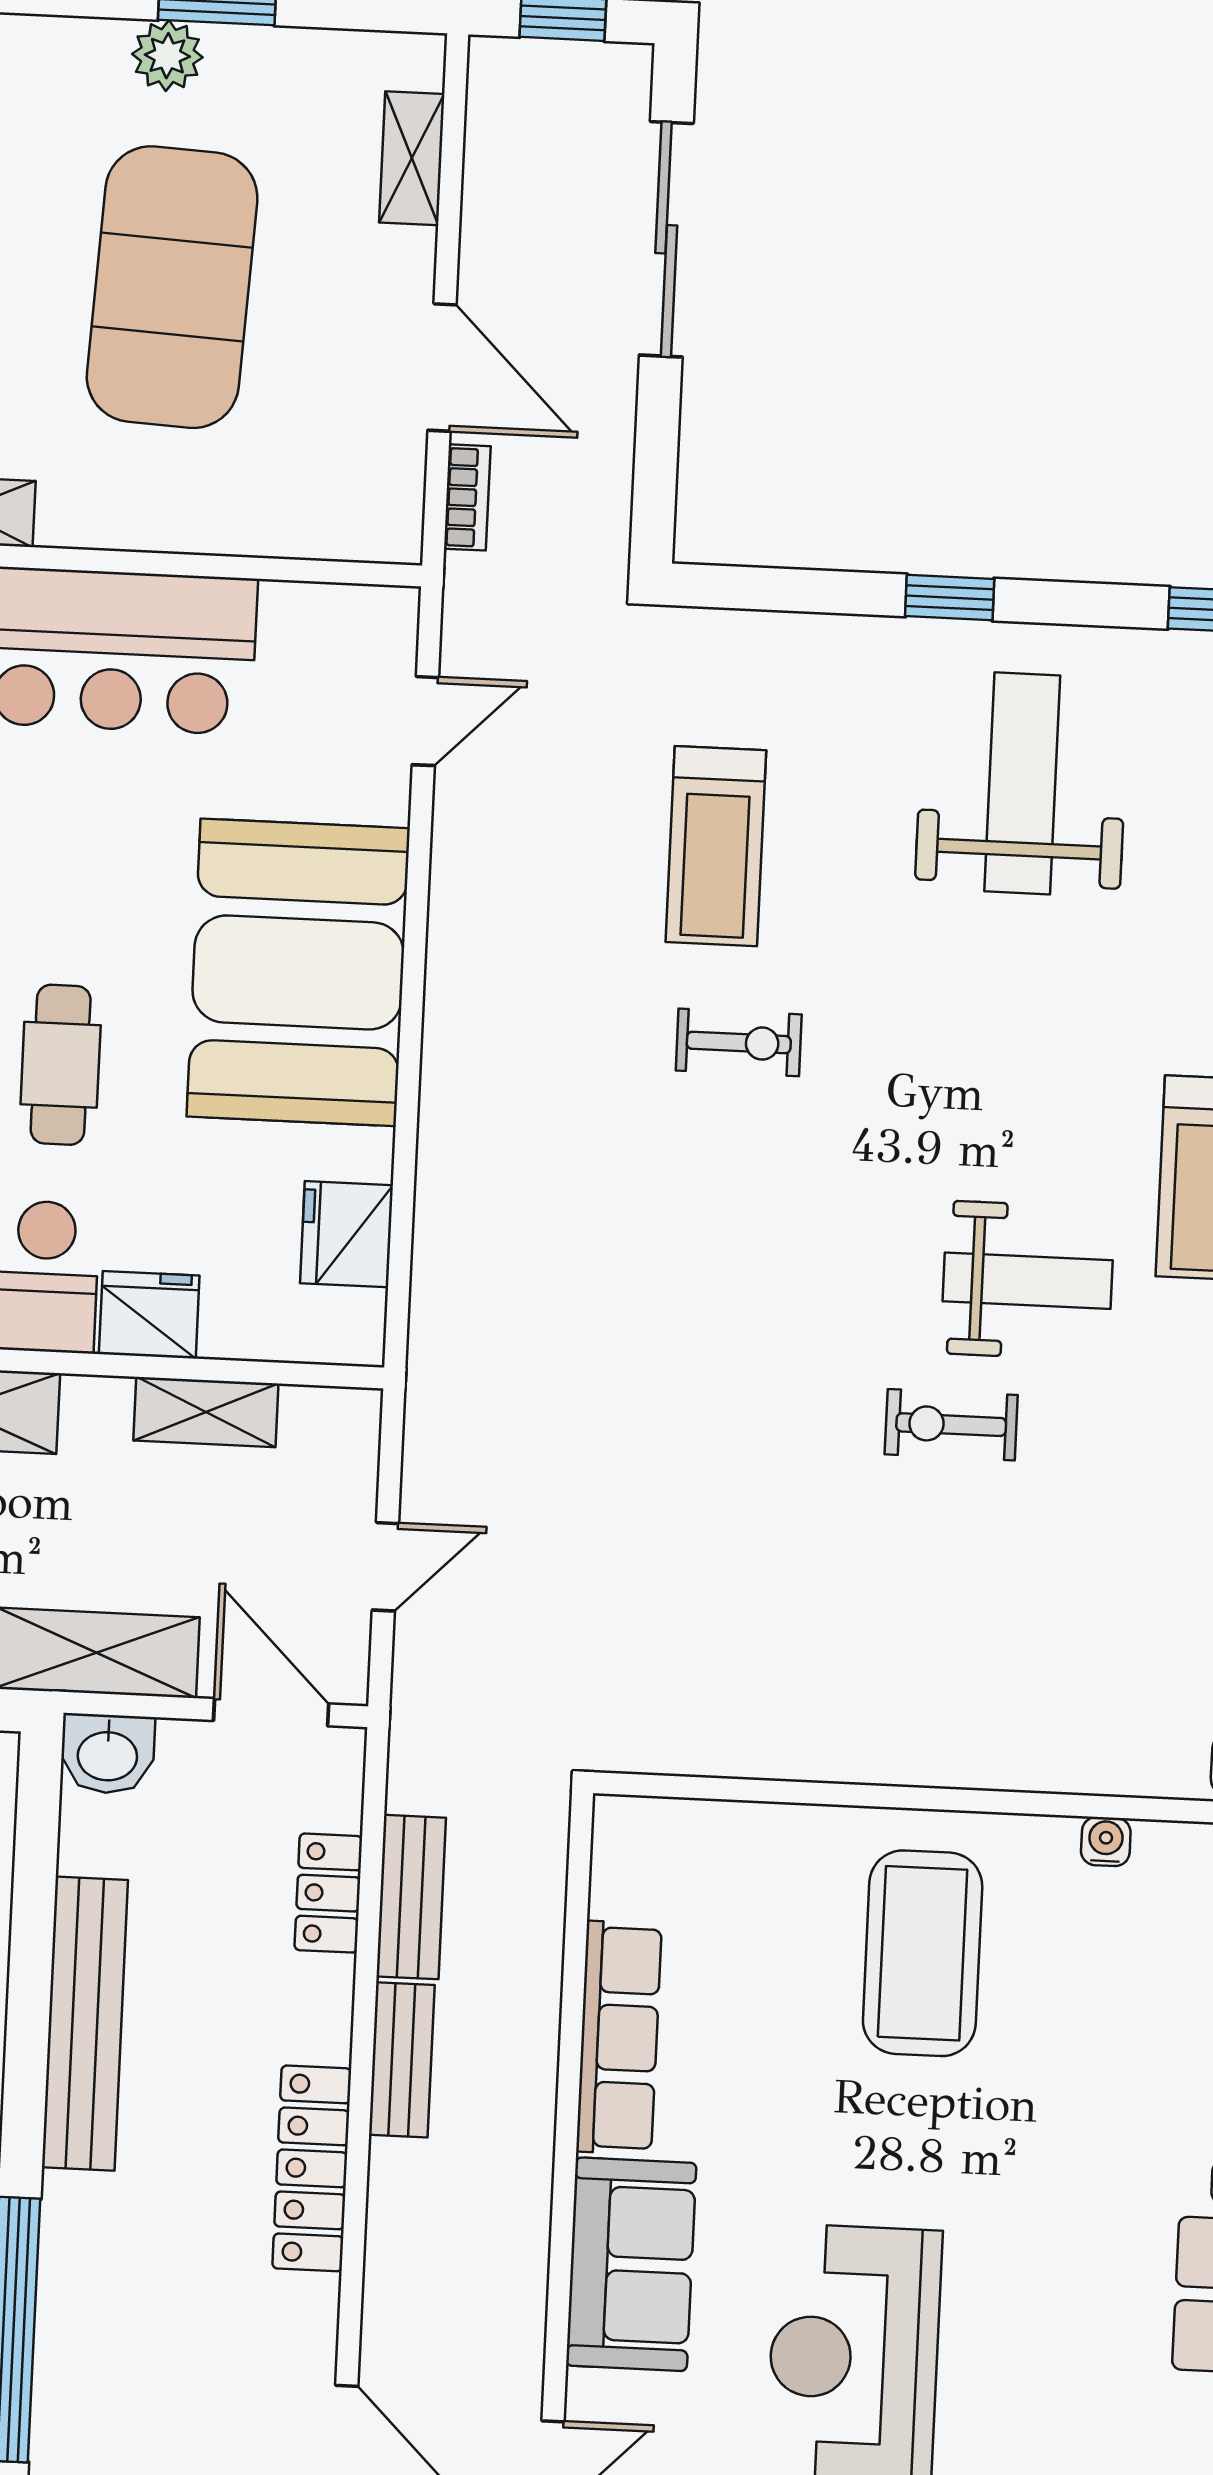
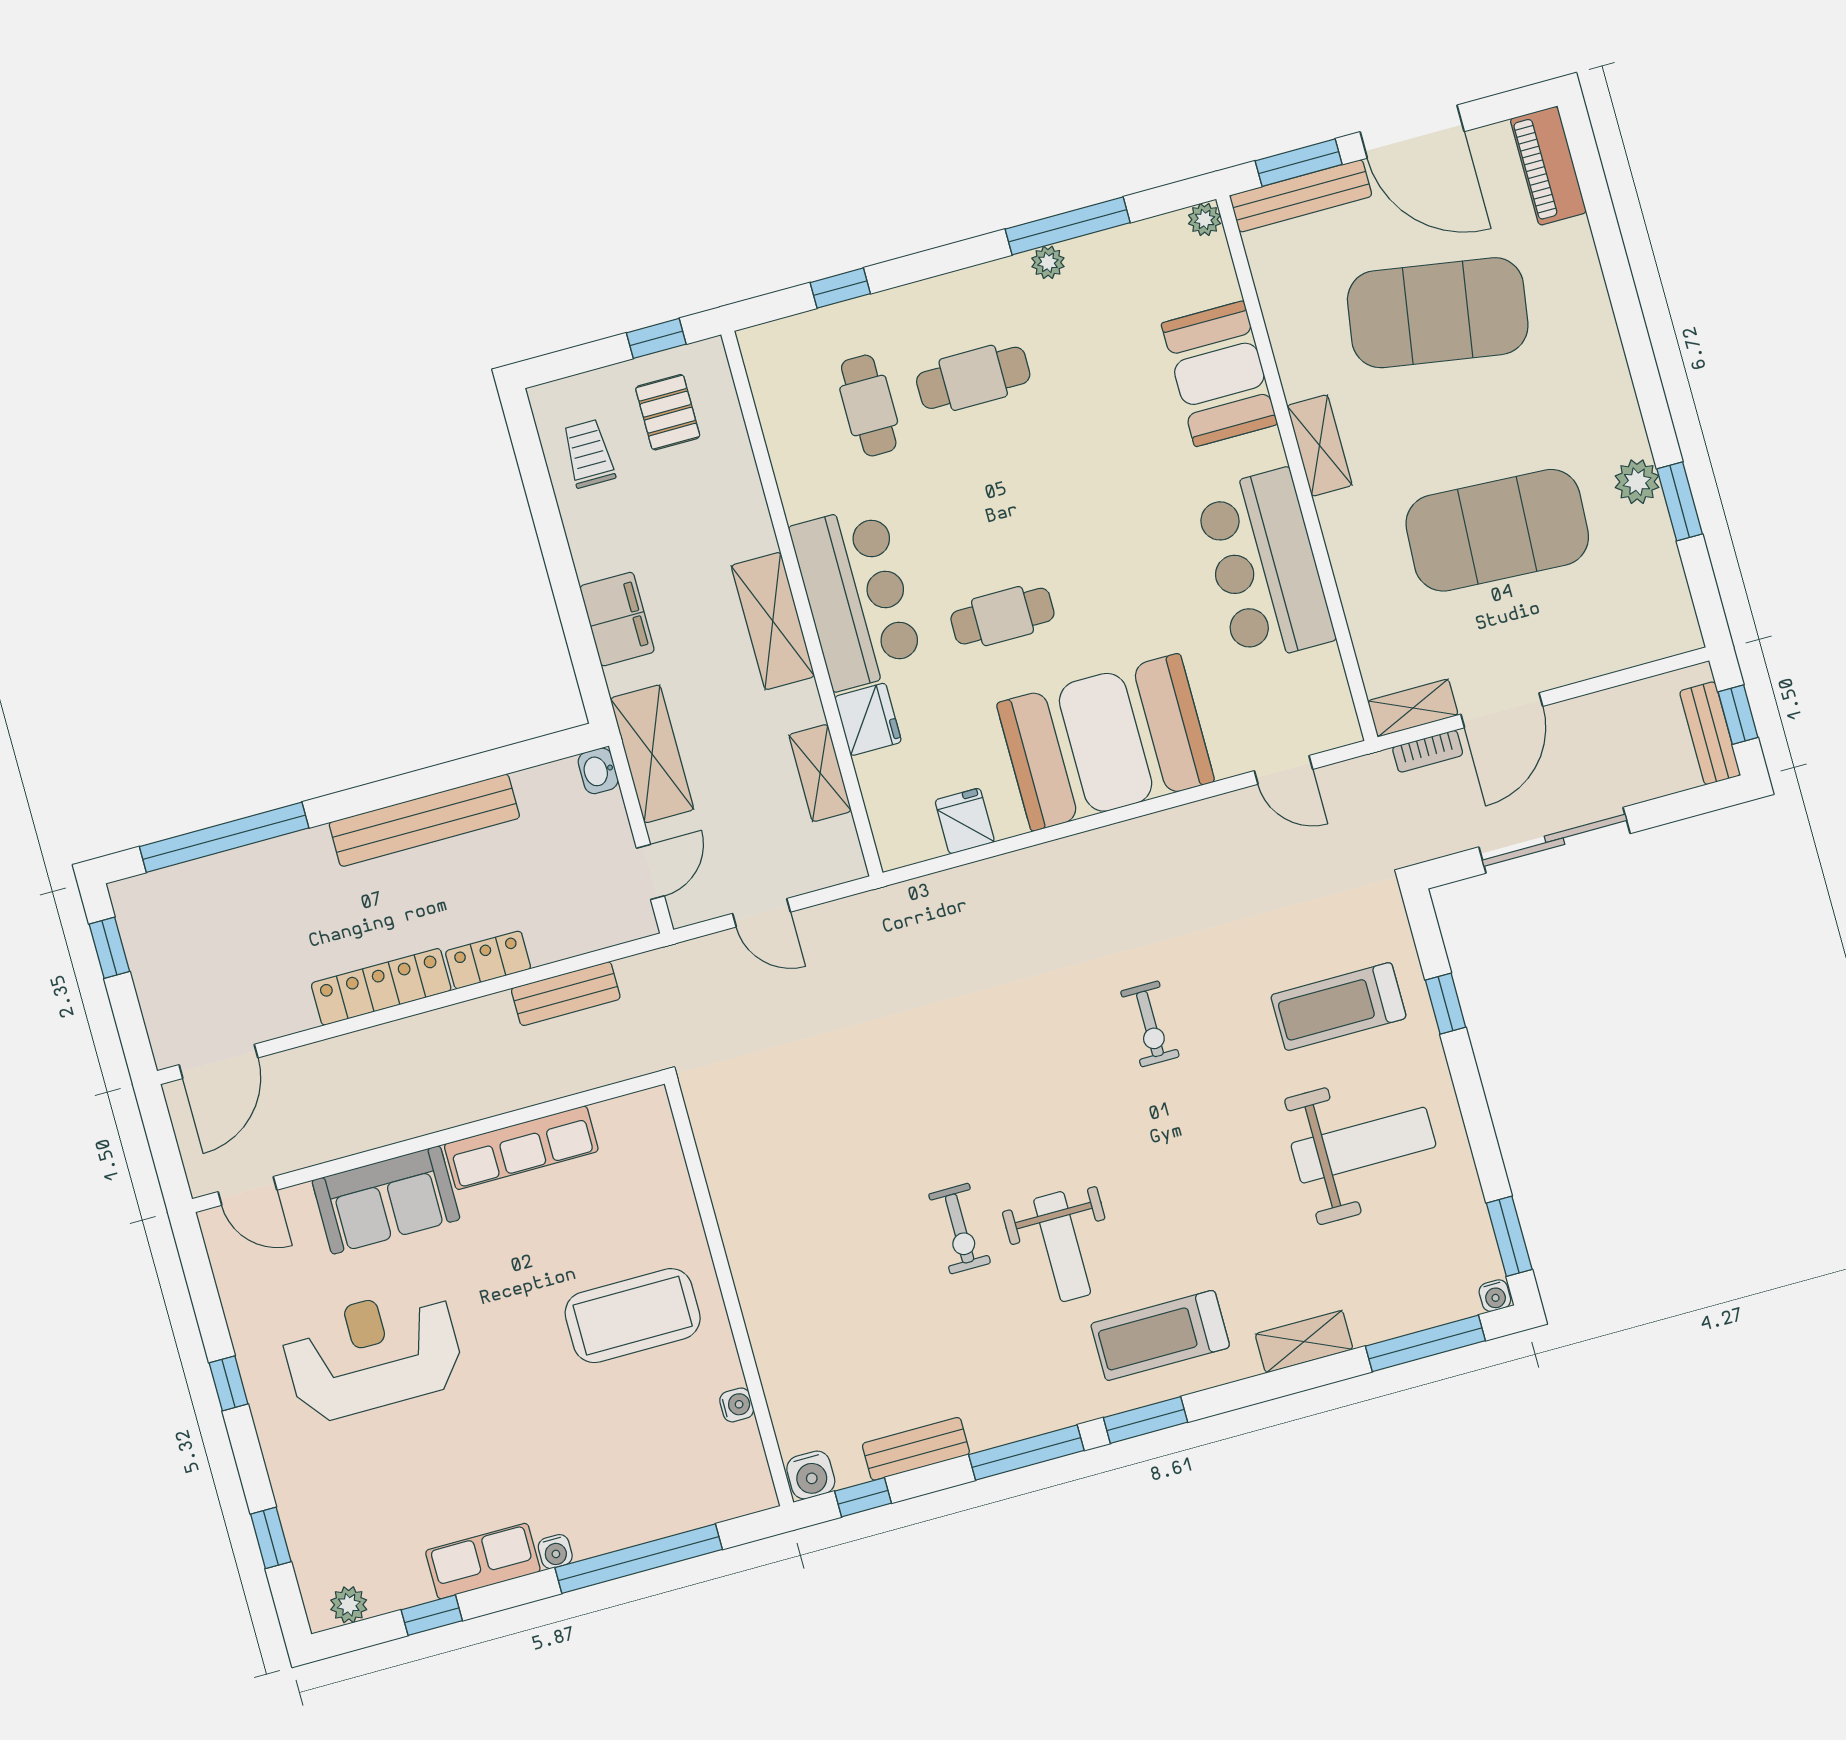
shelving: (412, 158) -> (1413, 708), moved
sliding door: (666, 239) -> (1554, 840), moved
window: (950, 597) -> (1446, 1004), moved
treadmill: (716, 846) -> (1338, 1007), moved
fridge: (347, 1234) -> (965, 821), width x0.72
exercise bike: (951, 1425) -> (960, 1229), turned 180
door: (271, 1712) -> (650, 872), width x0.73
washbasin: (108, 1754) -> (598, 771), width x0.72, depth x0.69
locker: (328, 1893) -> (488, 960), moved
bench: (402, 2060) -> (1710, 733), moved, turned 90

